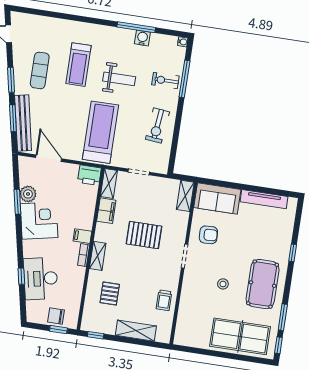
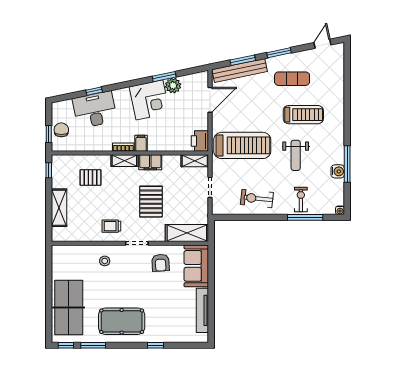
treadmill: (78, 65) -> (303, 115), turned 180
shelving: (185, 196) -> (187, 233), width x1.50, depth x1.33
filing cabinet: (106, 211) -> (150, 162), moved
stool: (223, 284) -> (105, 261), moved
trolley: (164, 300) -> (111, 226), moved

